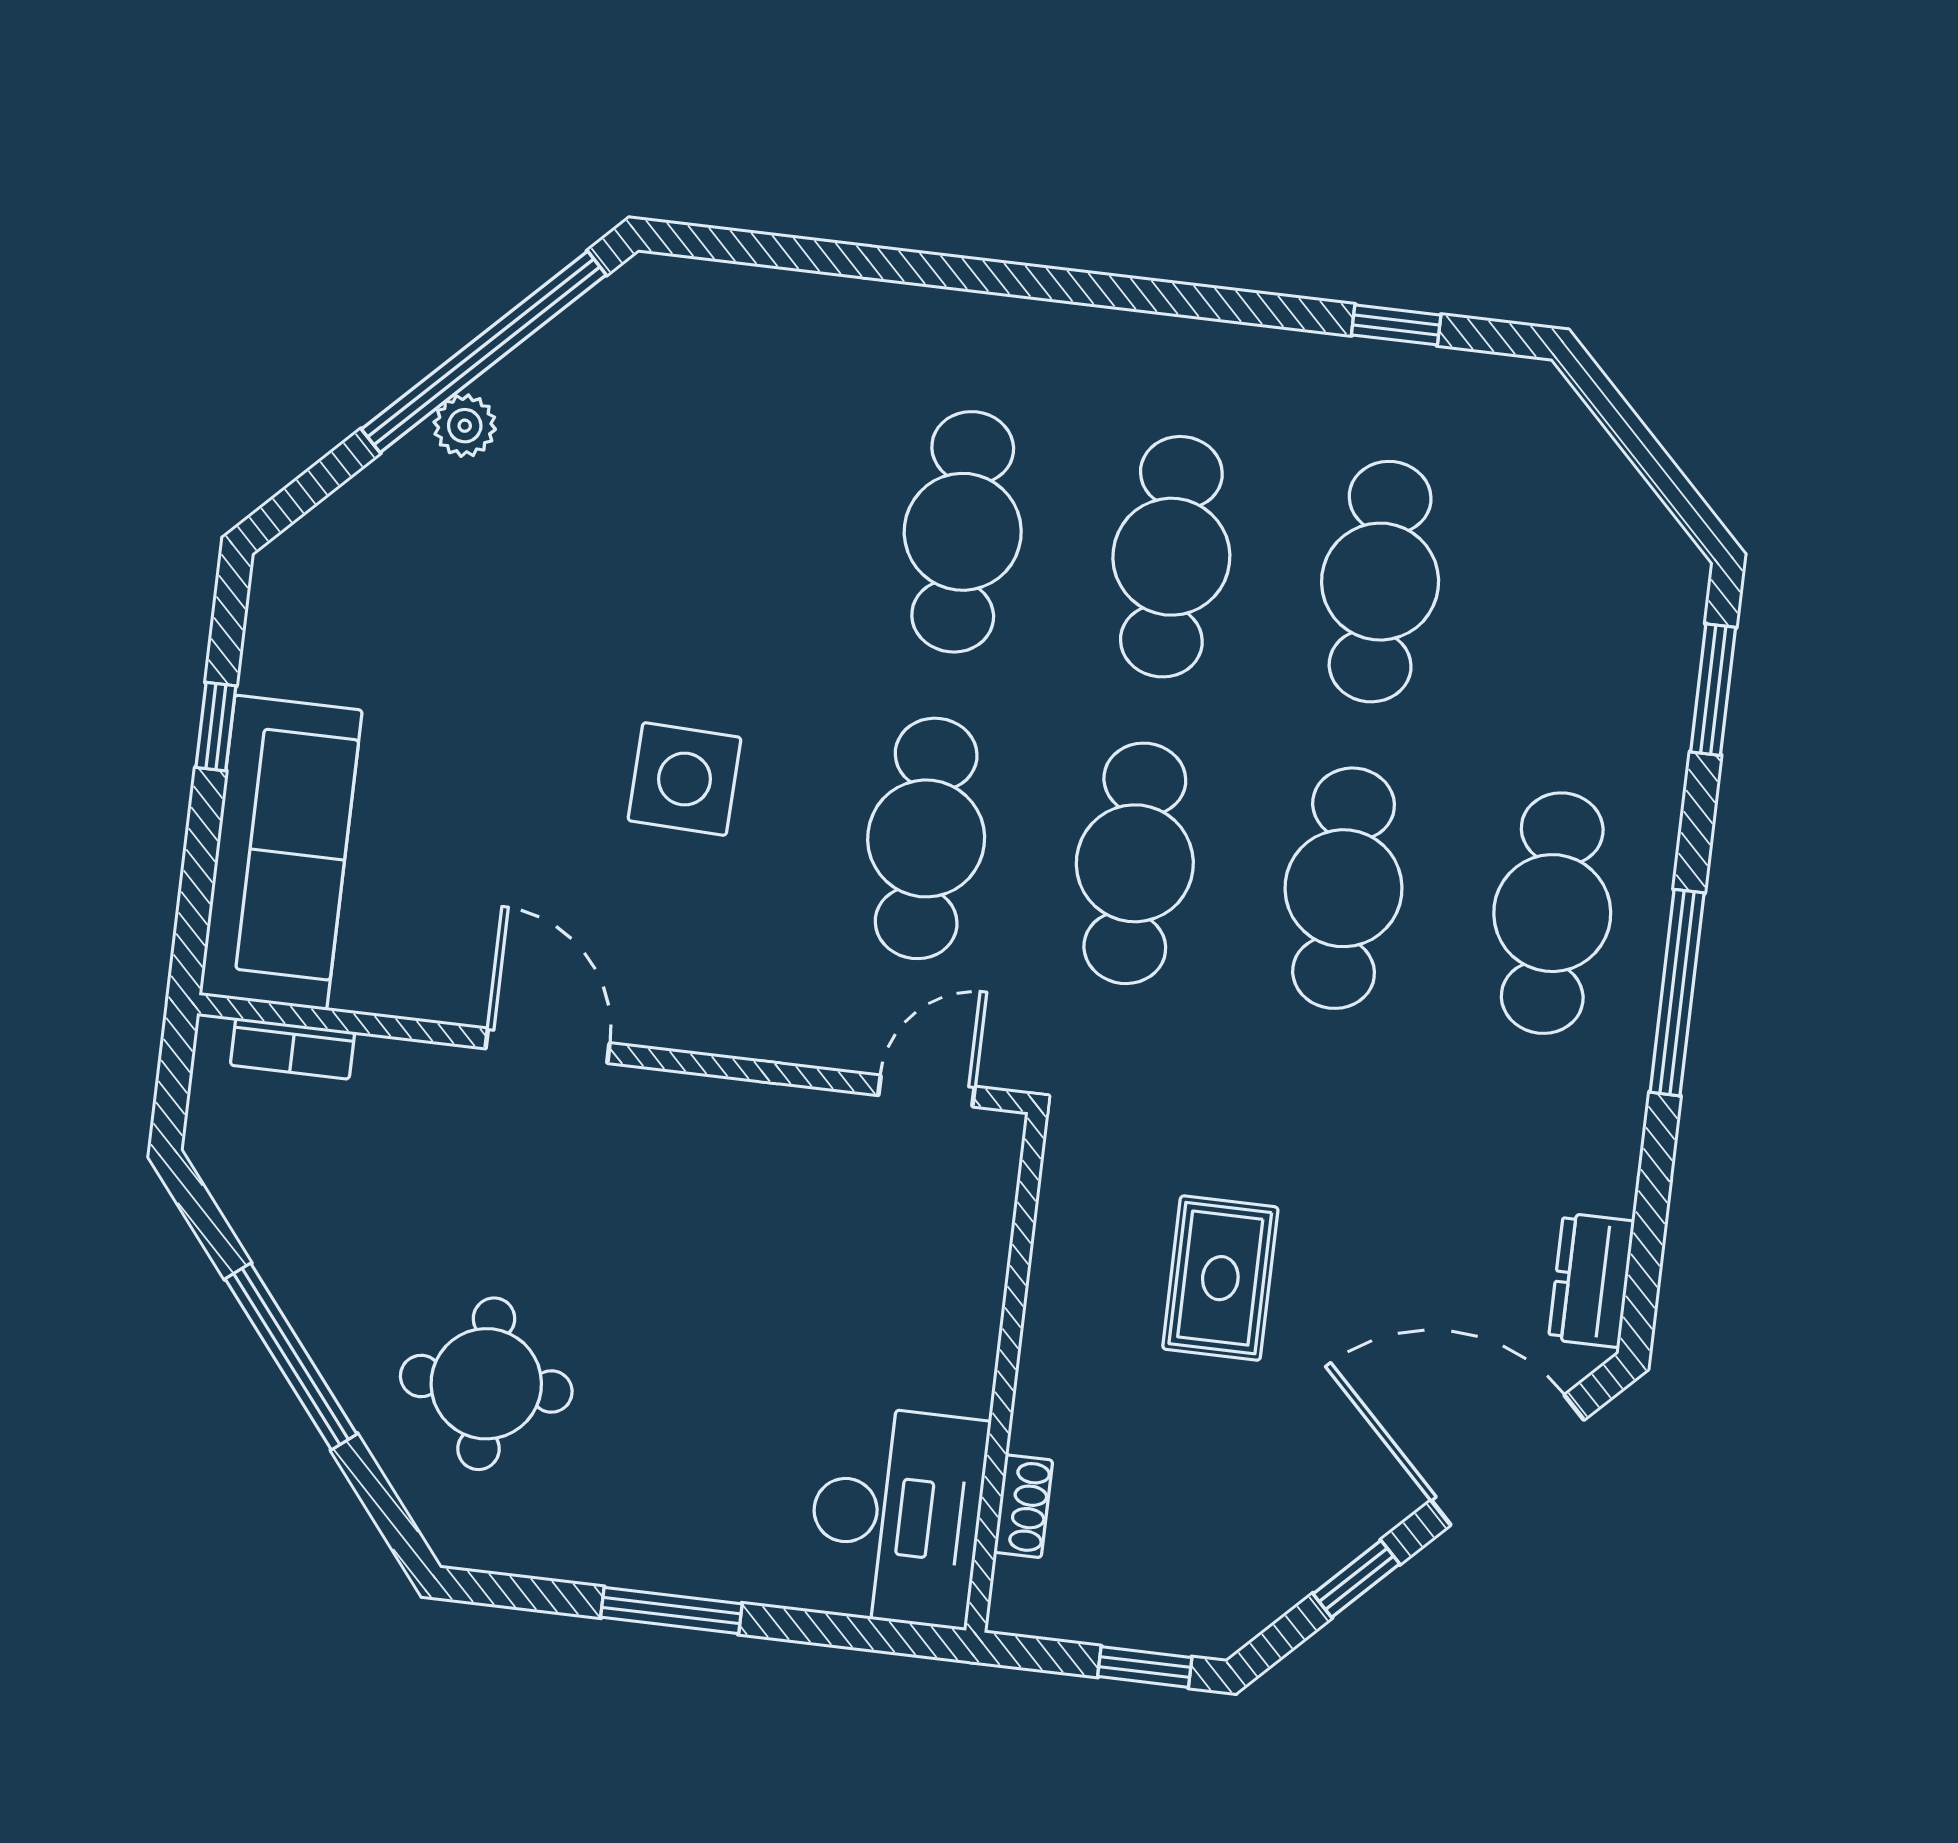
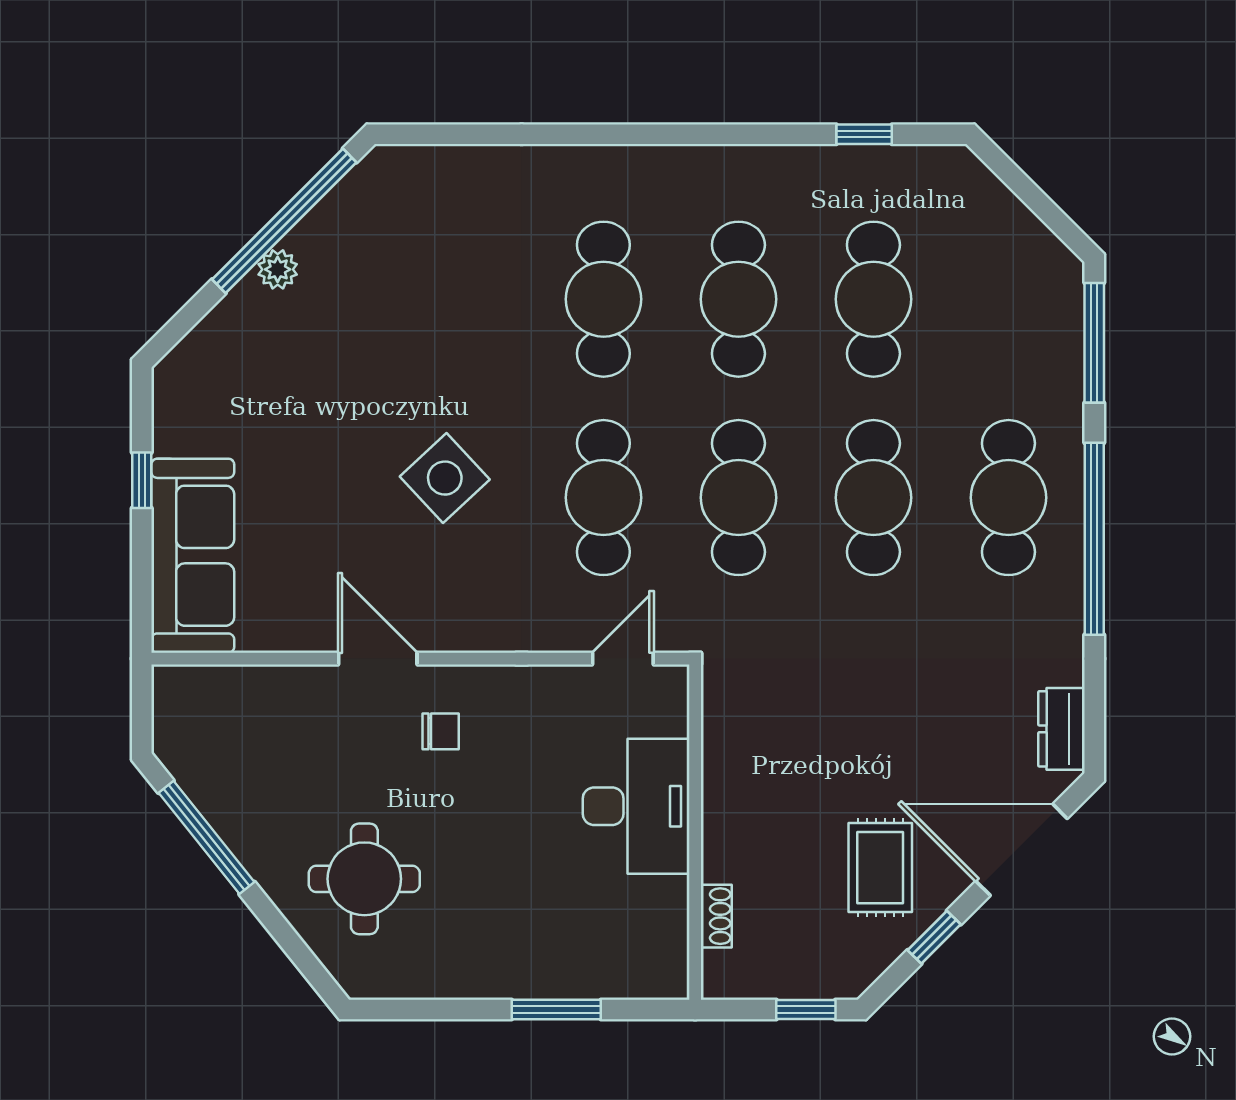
window: (1713, 690) -> (1094, 343), width x1.44
side table: (684, 779) -> (445, 478), turned 45
window: (1677, 993) -> (1094, 539), width x1.46
bookcase: (292, 1049) -> (215, 680), removed
chair: (631, 1170) -> (441, 731), added
rug: (1220, 1278) -> (880, 868), moved
window: (291, 1356) -> (207, 837), moved
desk: (897, 1516) -> (636, 806), moved
window: (671, 1611) -> (556, 1009), moved

